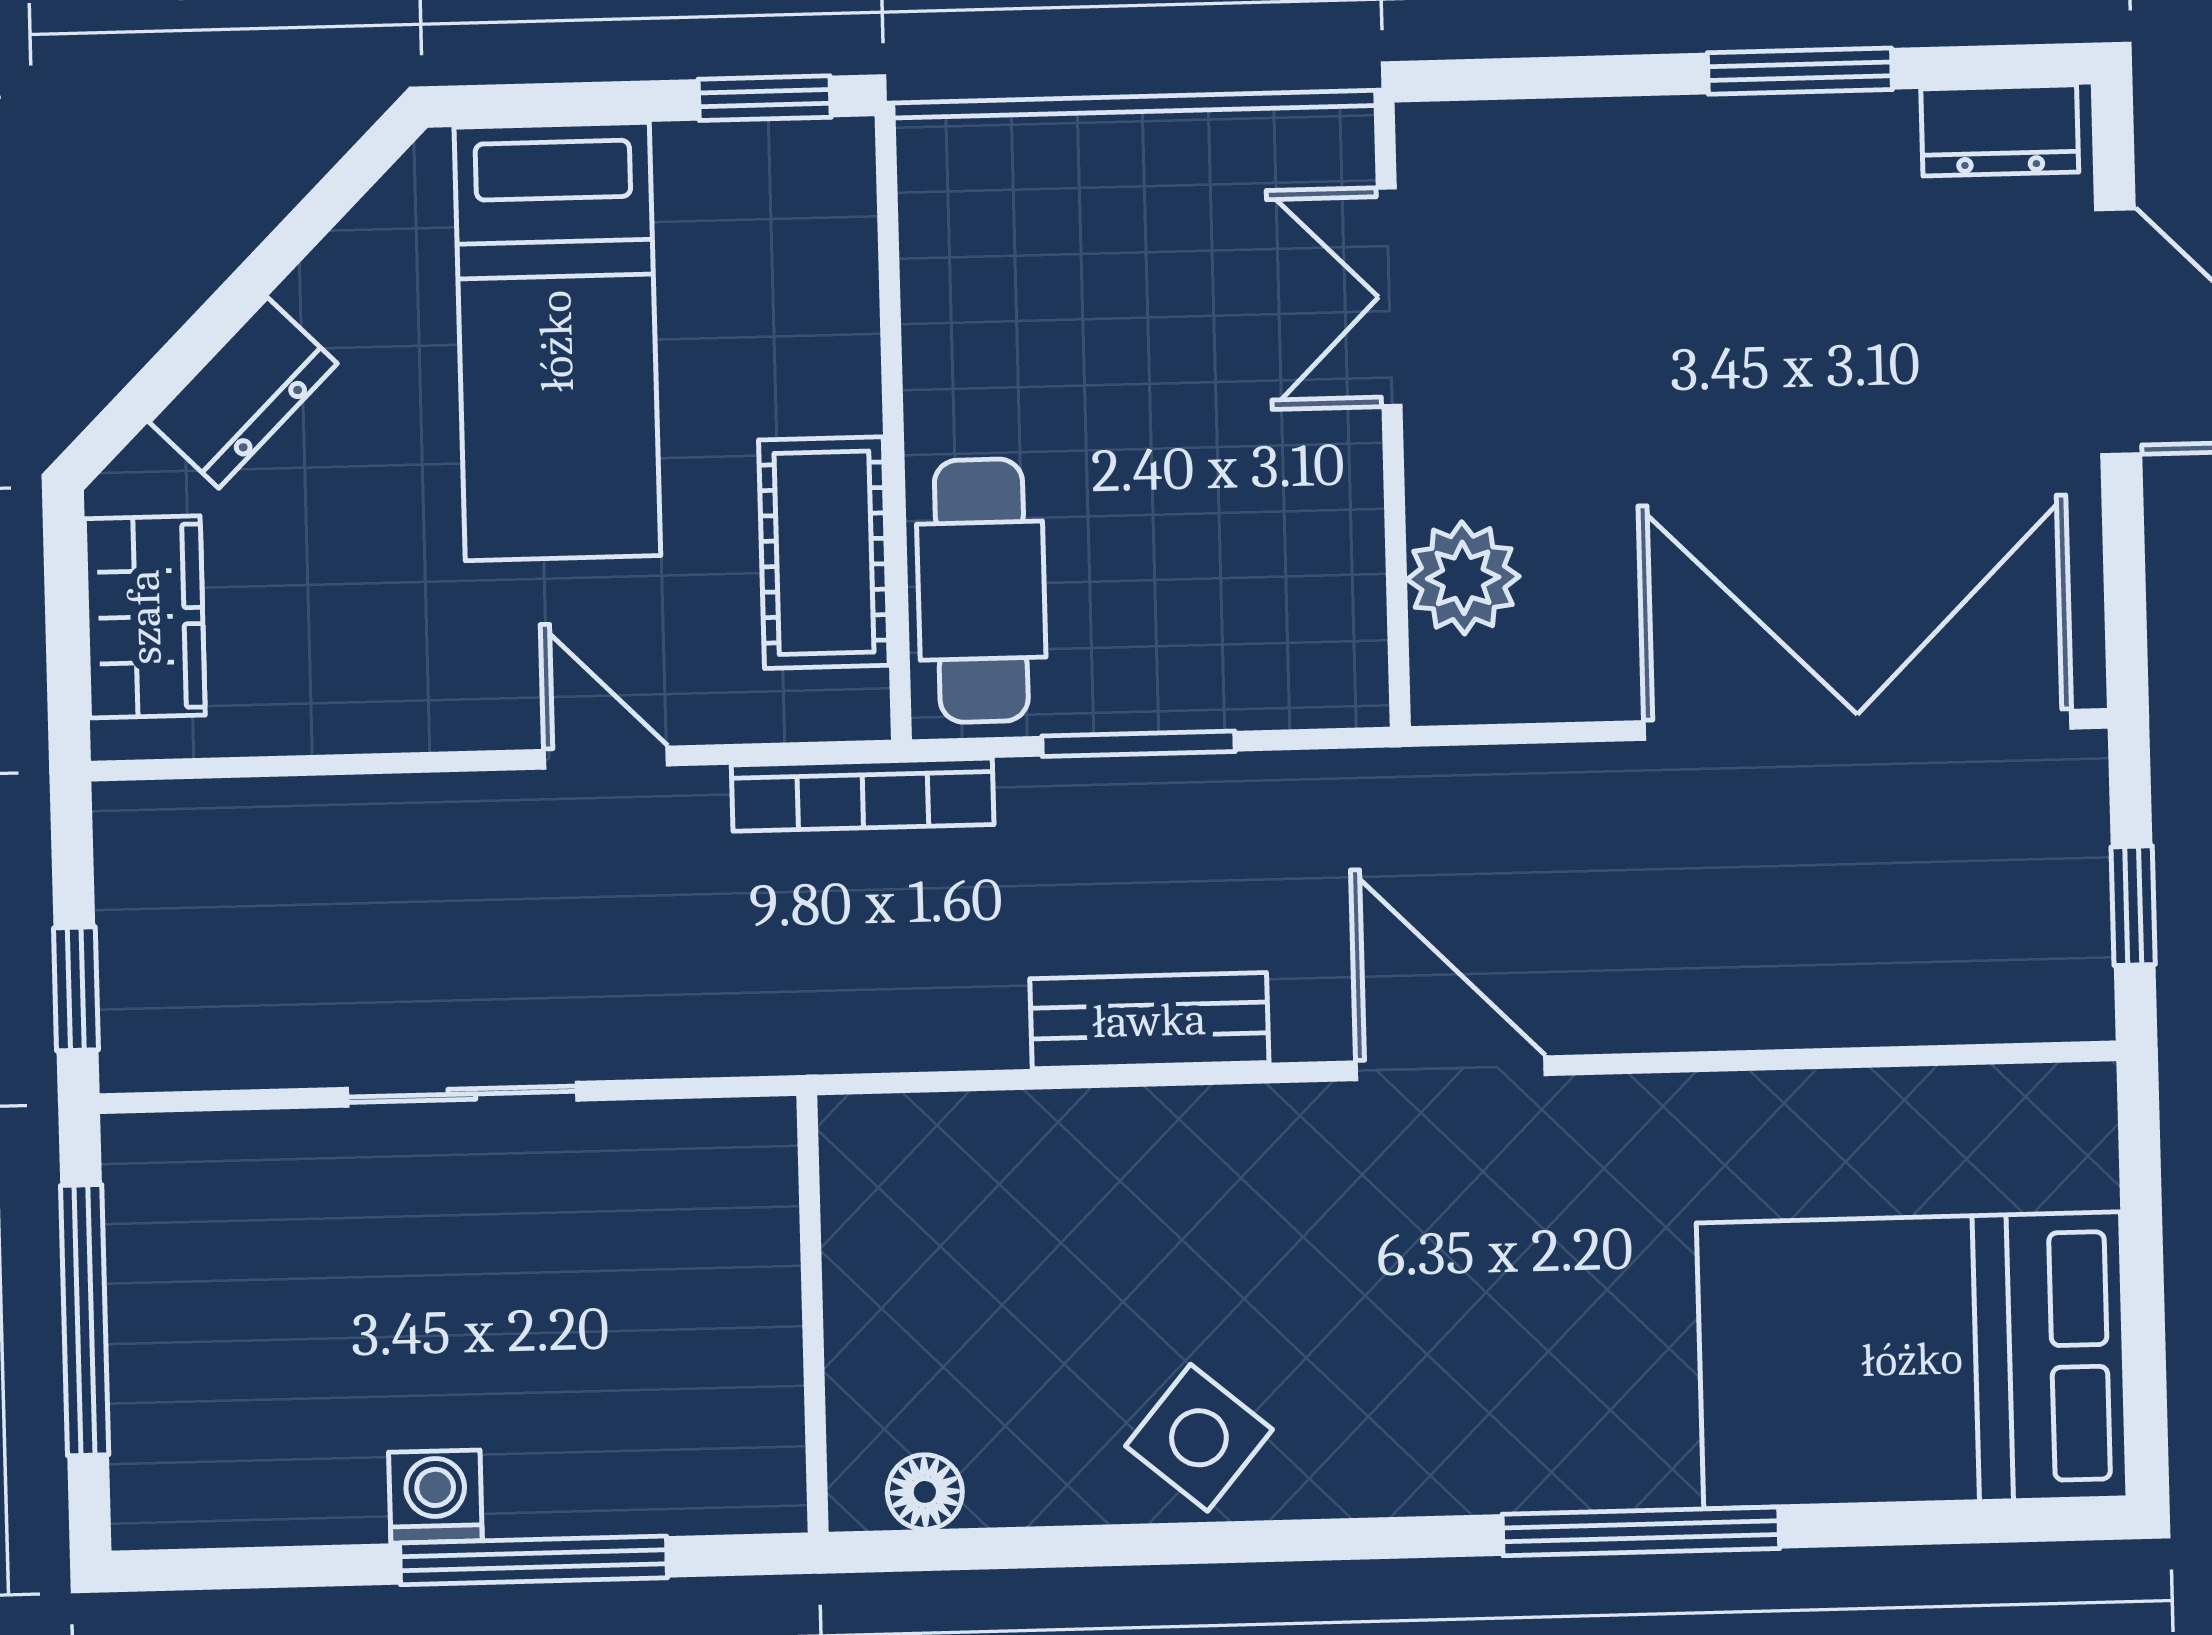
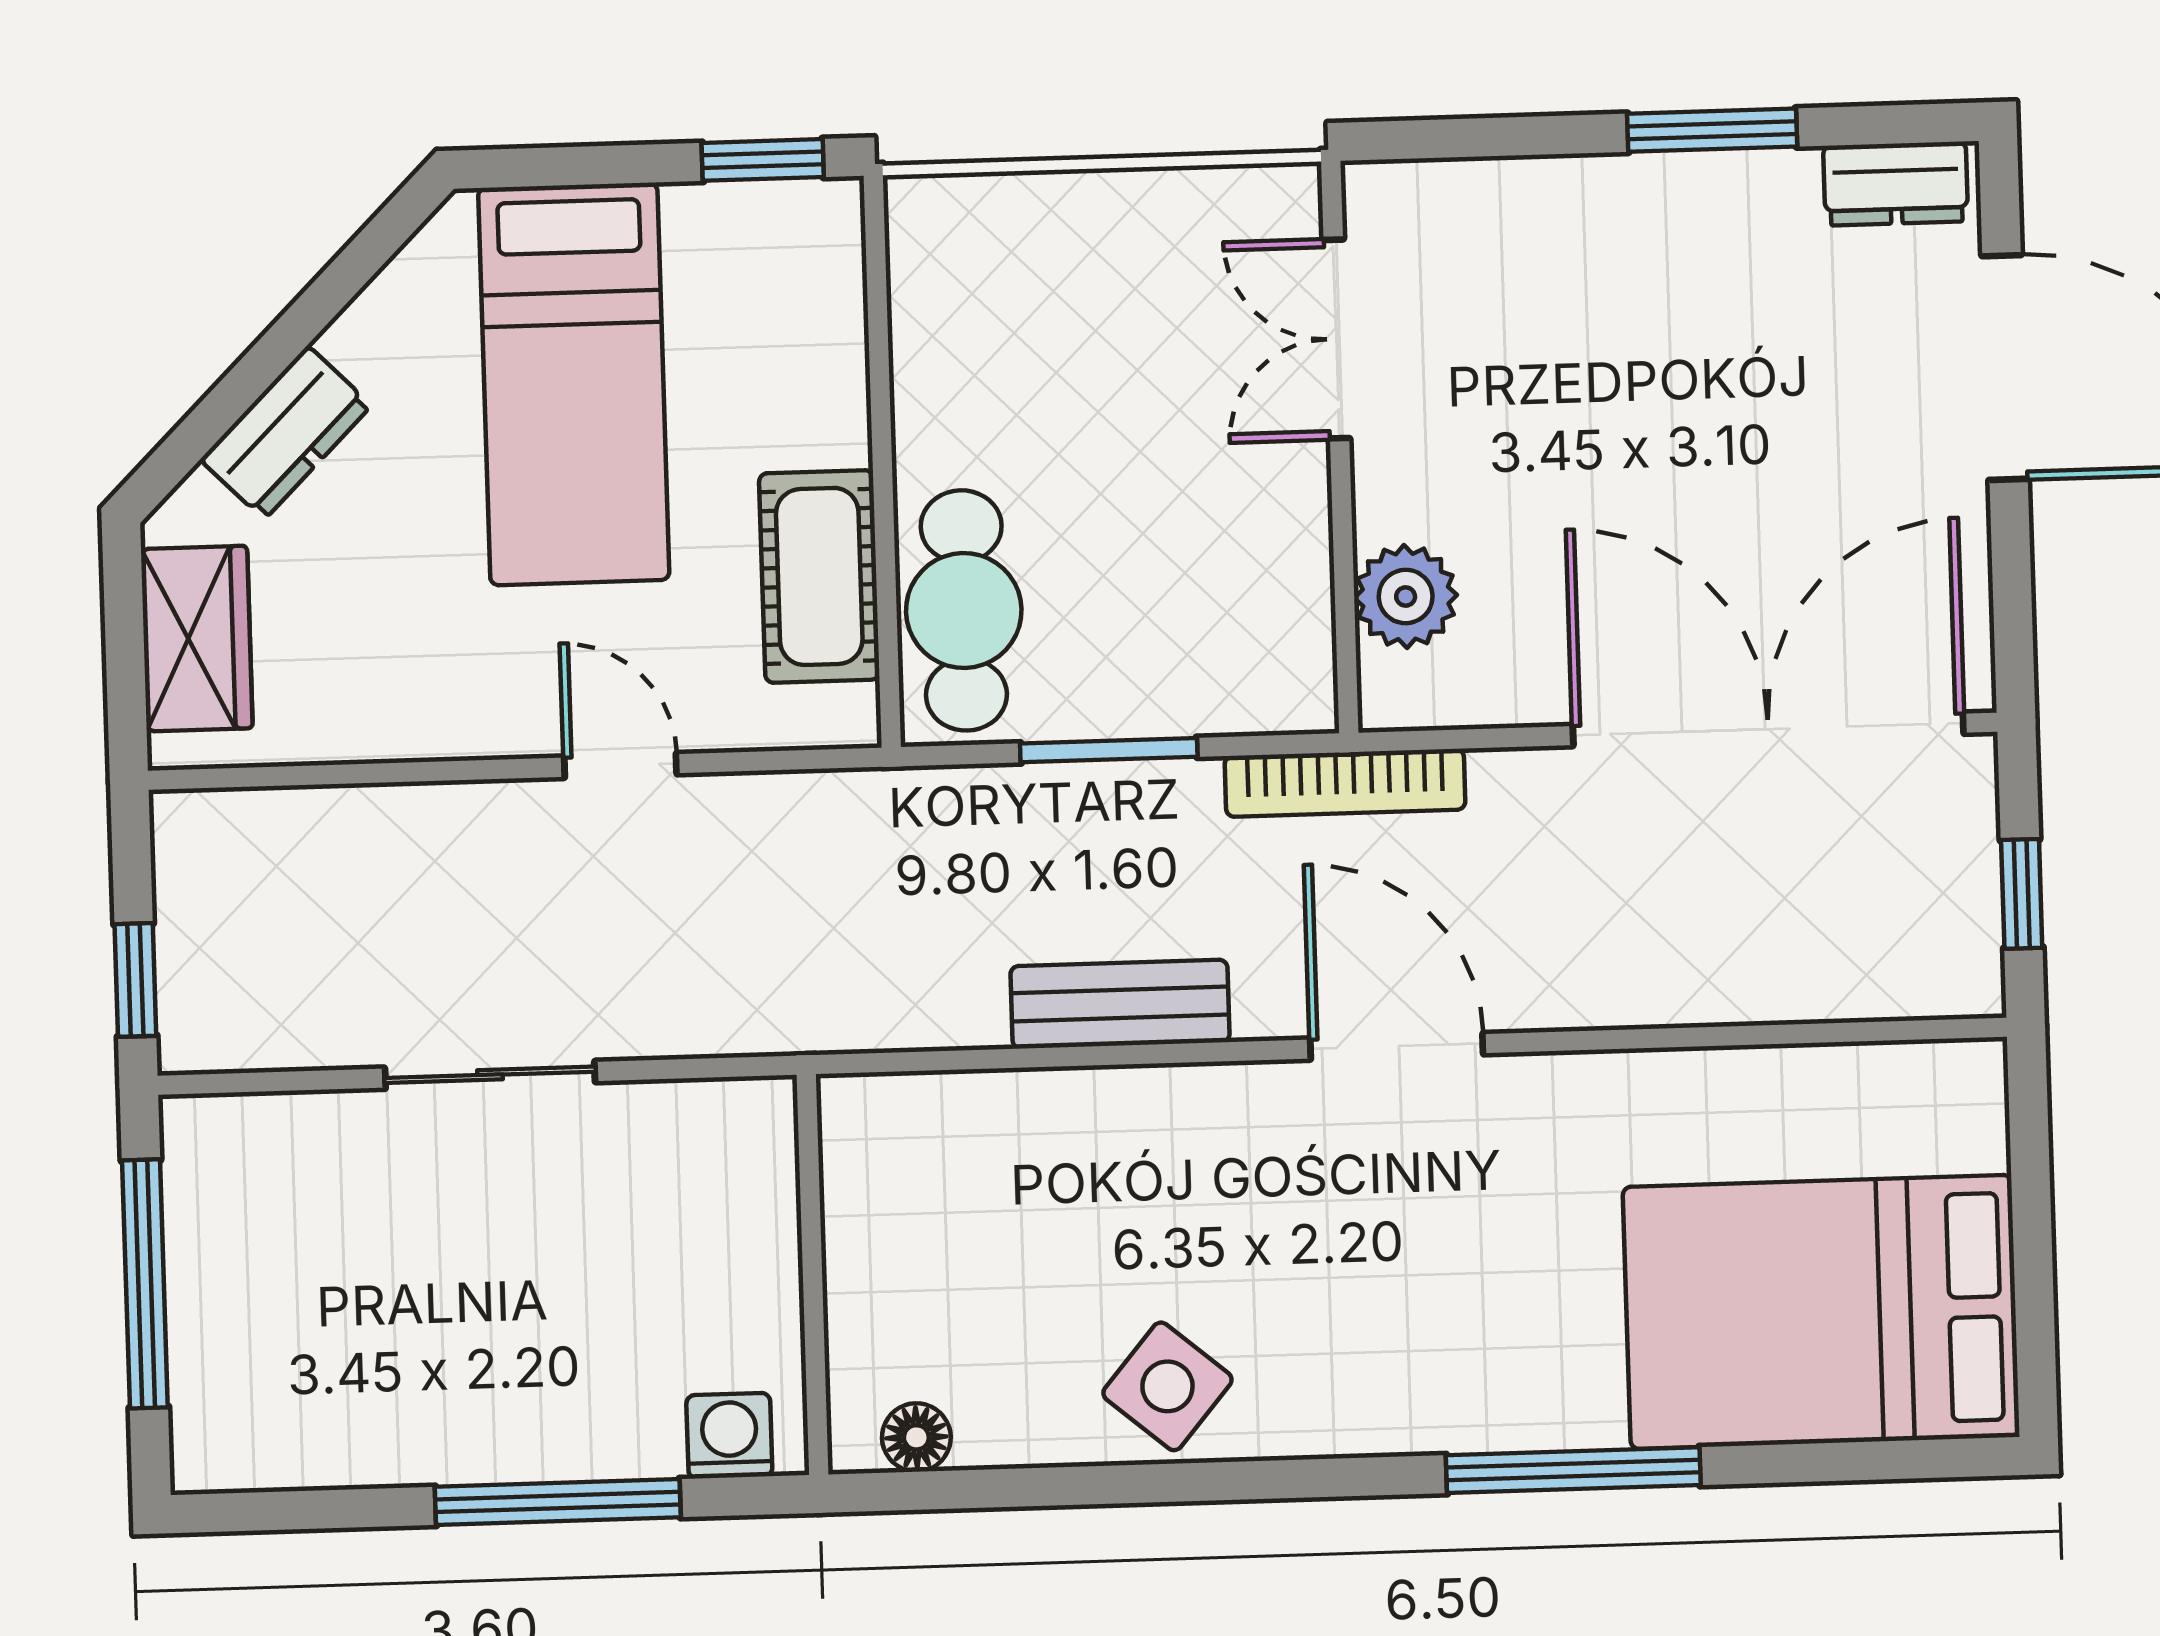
bookcase: (863, 795) -> (1345, 783), moved
washing machine: (435, 1497) -> (729, 1436), moved

